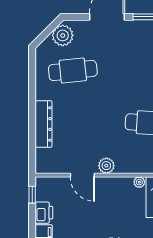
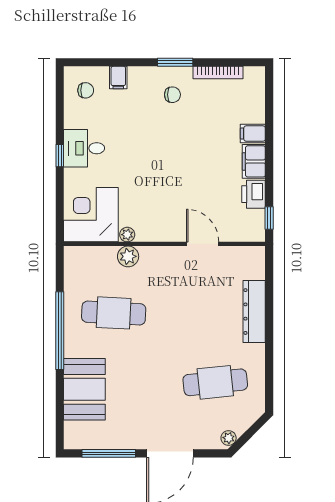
plant: (63, 35) -> (229, 438), width x0.53, depth x0.53
plant: (106, 166) -> (128, 256), moved

